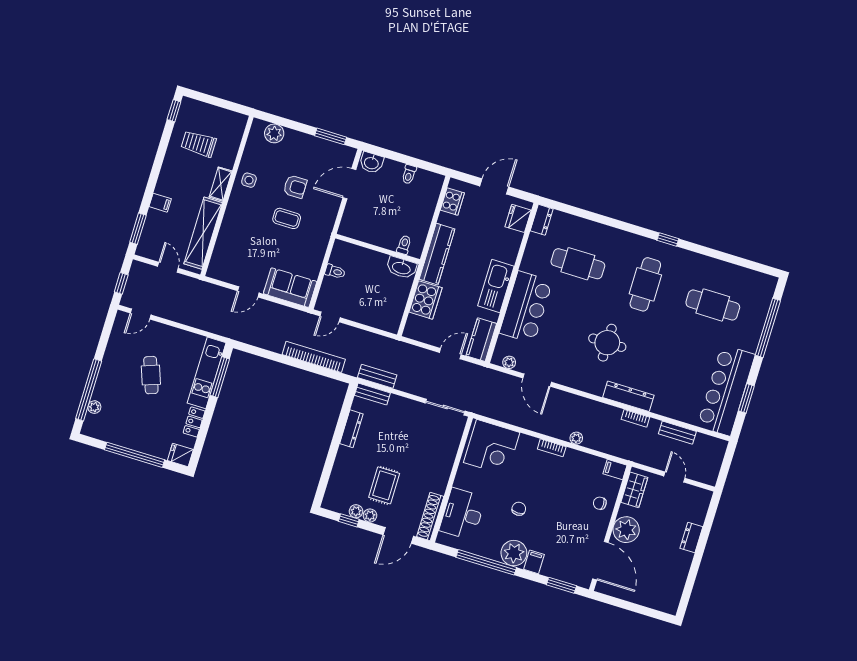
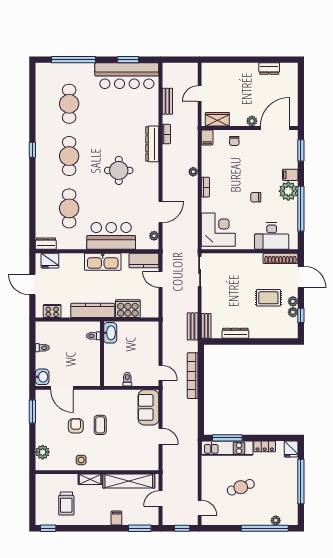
cafe table: (645, 284) -> (69, 156), turned 90
plant: (626, 530) -> (252, 121), width x0.53, depth x0.53
dresser: (691, 538) -> (269, 68), moved

